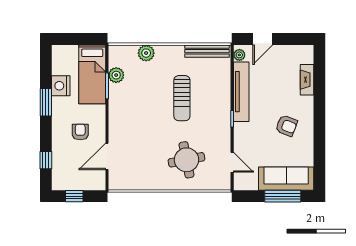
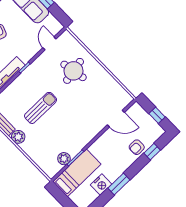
plant: (146, 53) -> (18, 137), moved
armchair: (80, 132) -> (137, 147), moved

